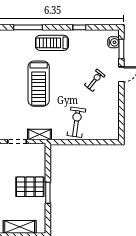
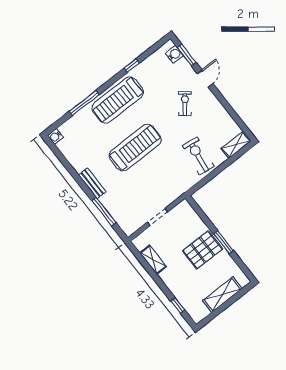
treadmill: (52, 43) -> (118, 100), width x1.37, depth x1.38
treadmill: (39, 84) -> (135, 148), turned -90
shelving: (39, 134) -> (236, 145), moved

